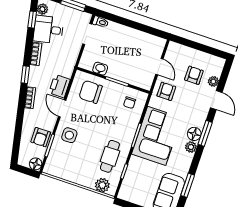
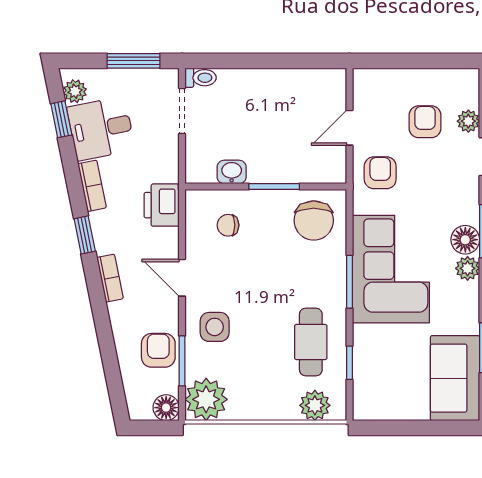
door: (159, 67) -> (350, 128), swing flipped
printer: (60, 86) -> (162, 205), moved
chair: (91, 92) -> (228, 225), width x0.54, depth x0.54
chair: (129, 103) -> (314, 221), width x1.87, depth x1.87
armchair: (41, 137) -> (158, 350), turned 180
plant: (55, 166) -> (206, 399), added

